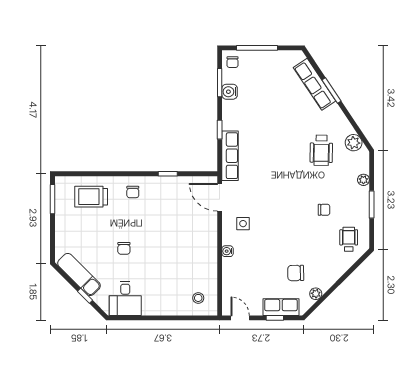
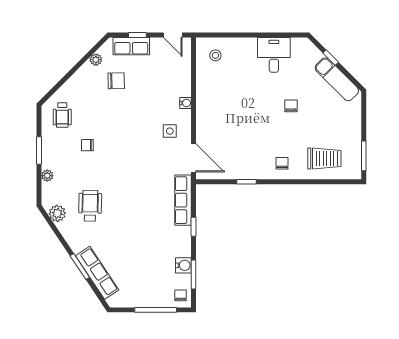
desk: (125, 298) -> (274, 55), moved

